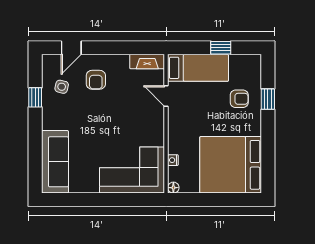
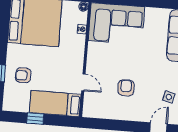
fireplace: (147, 62) -> (97, 112), removed
armchair: (96, 80) -> (126, 88), moved

